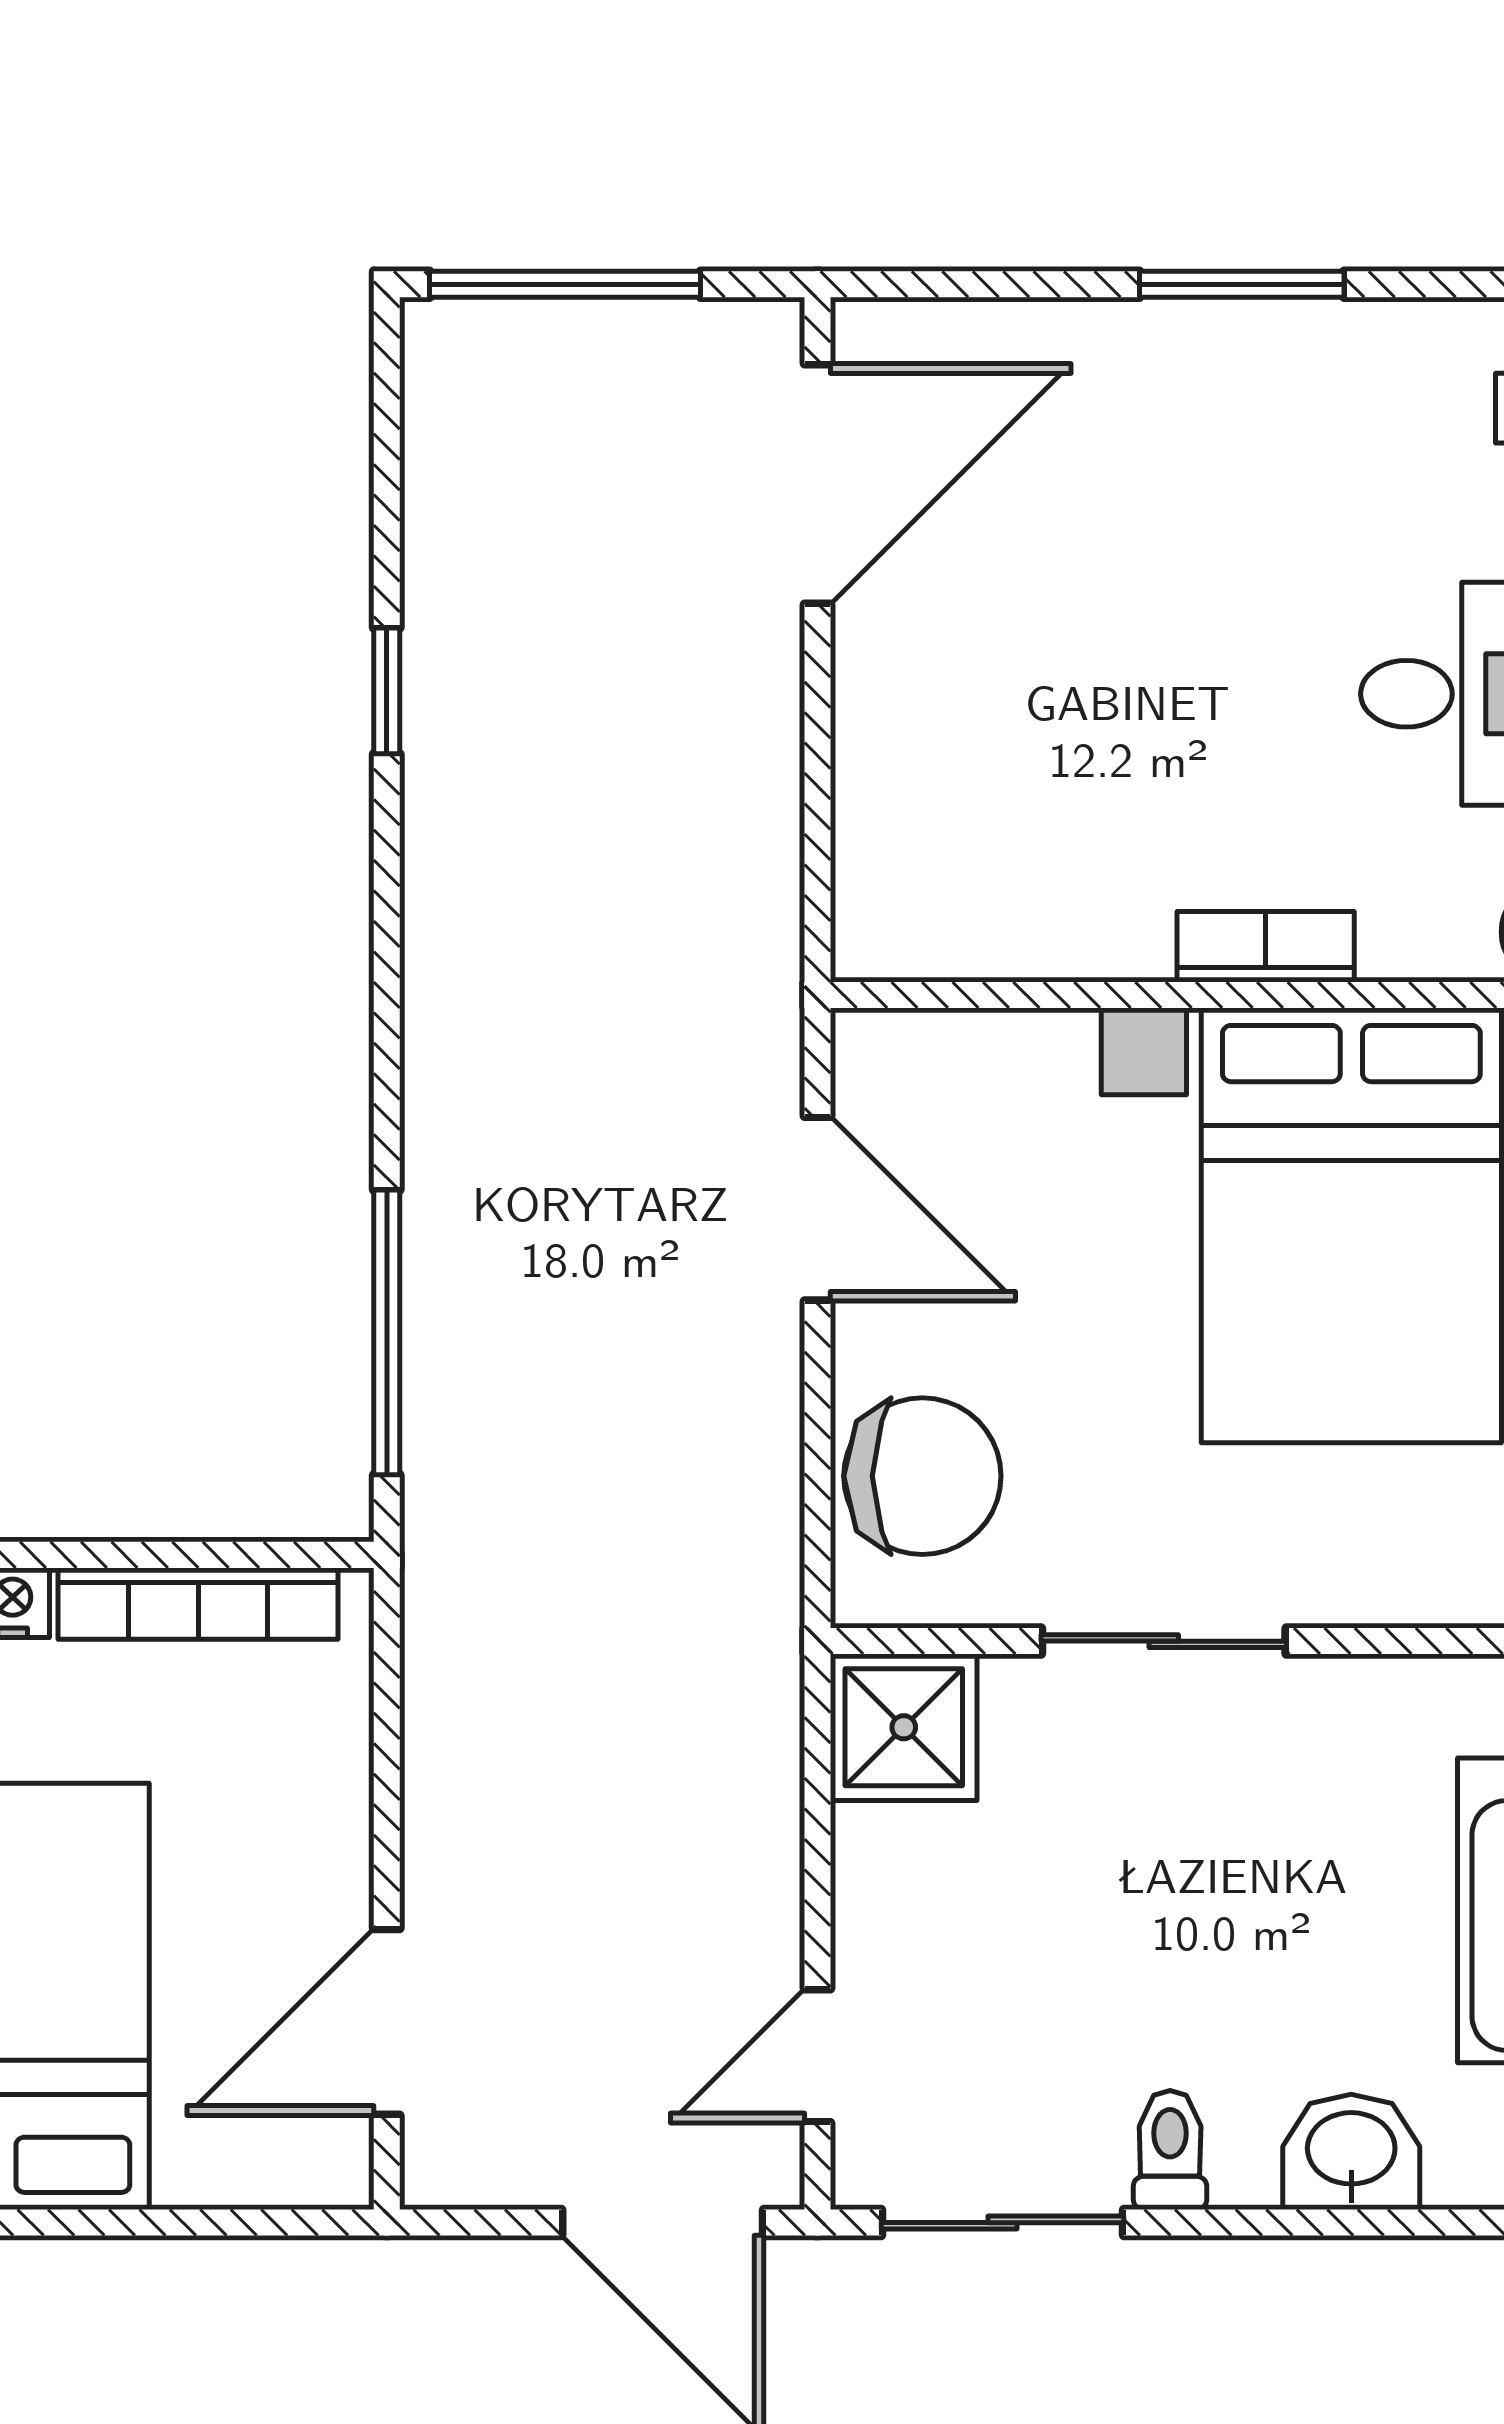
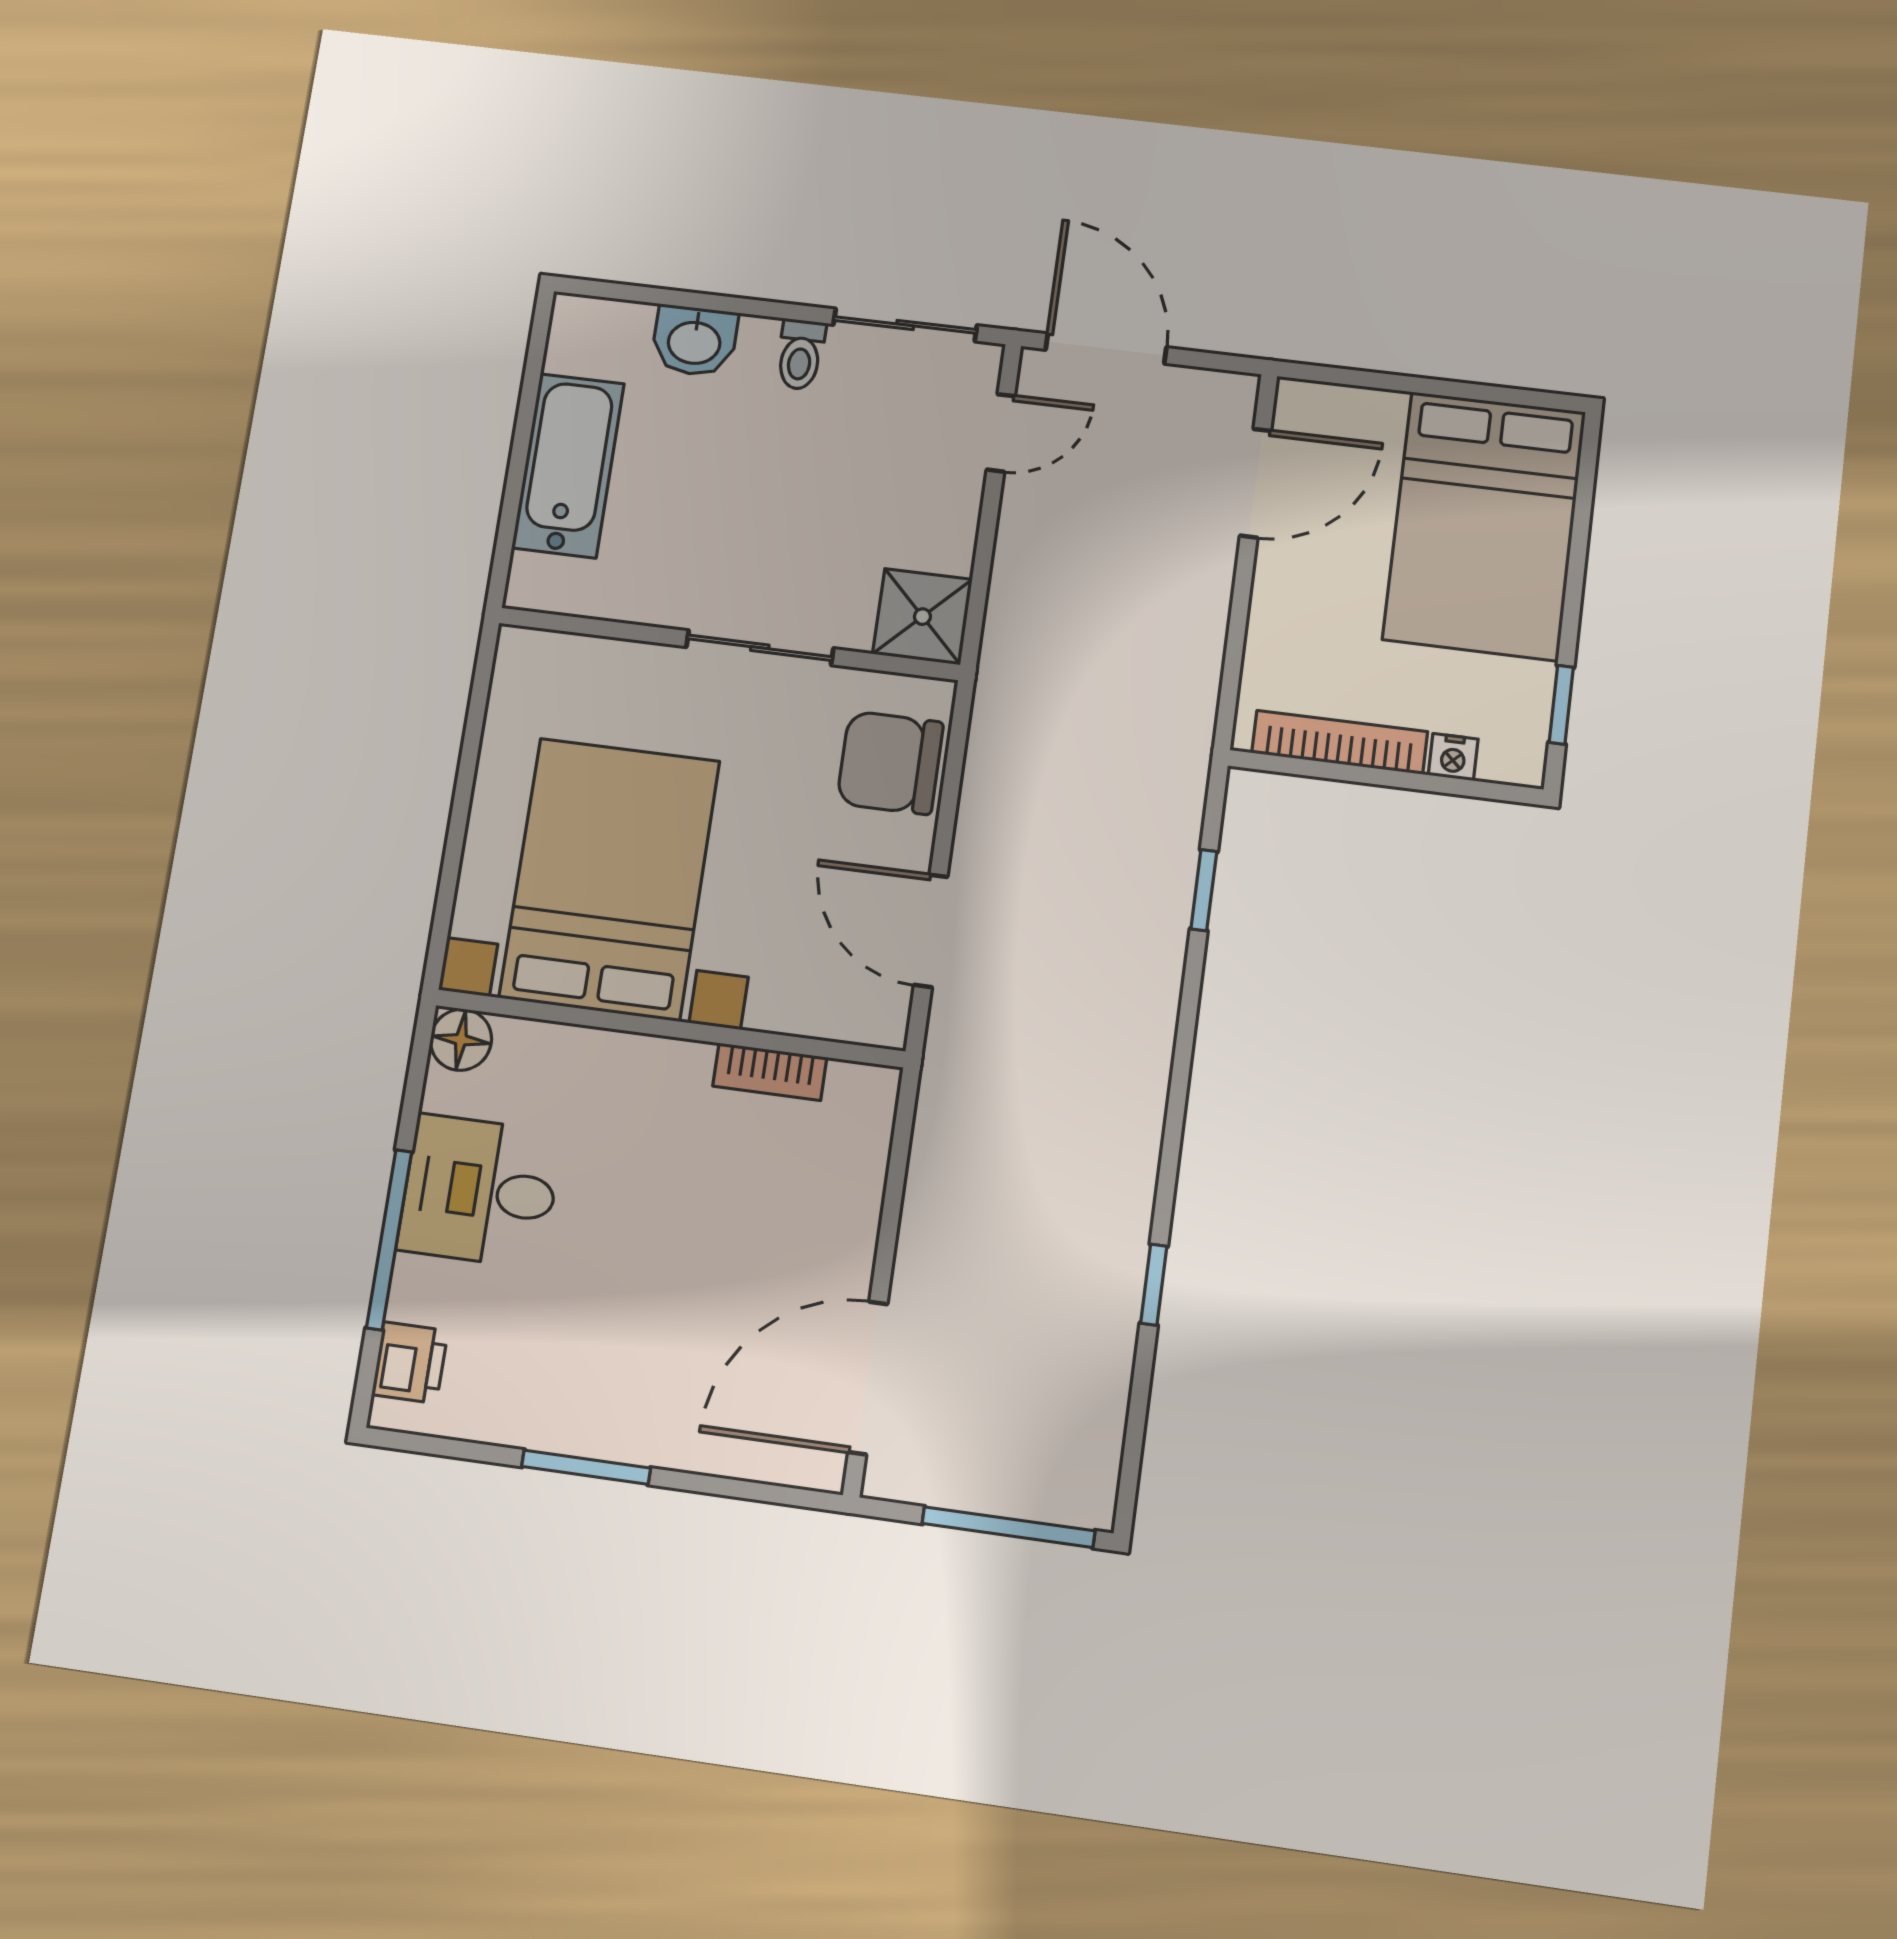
bookcase: (1266, 947) -> (770, 1072), moved
window: (387, 1332) -> (1204, 890), width x0.46

